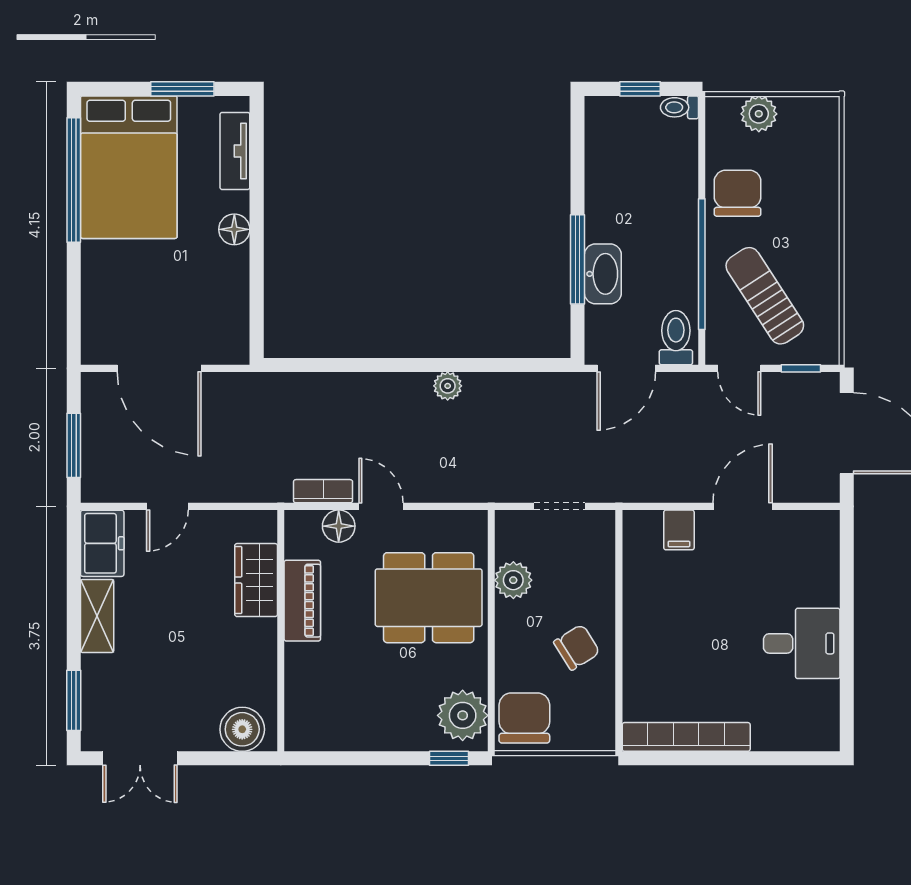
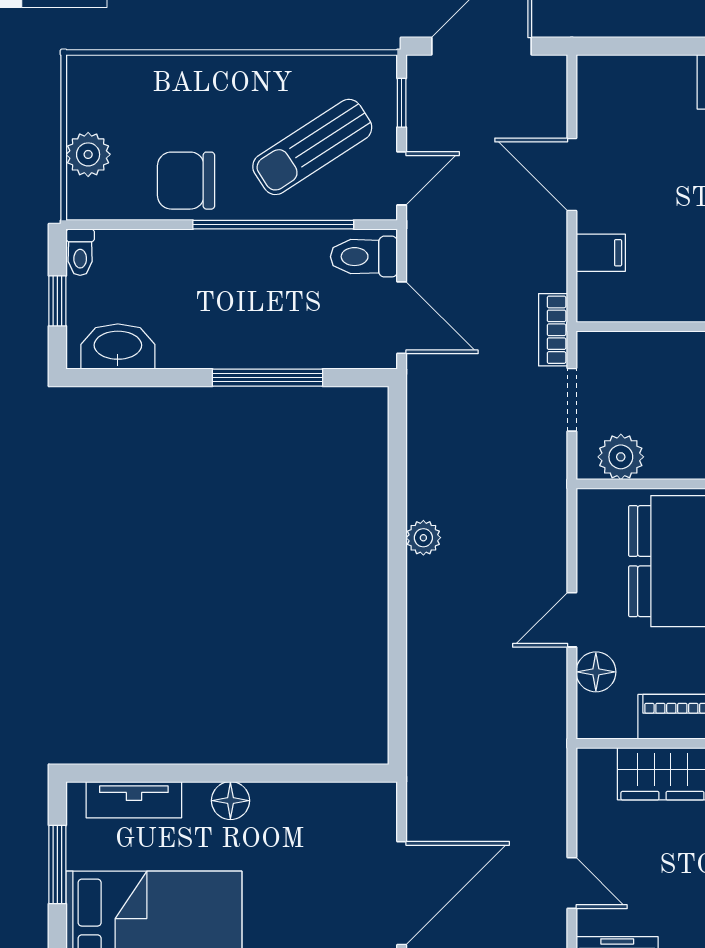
washbasin: (603, 274) -> (118, 347), moved
bookcase: (323, 491) -> (553, 330), moved
plant: (513, 580) -> (621, 457), moved

